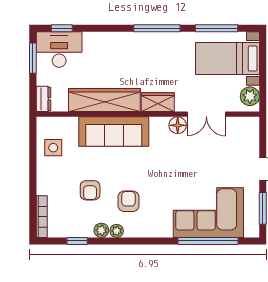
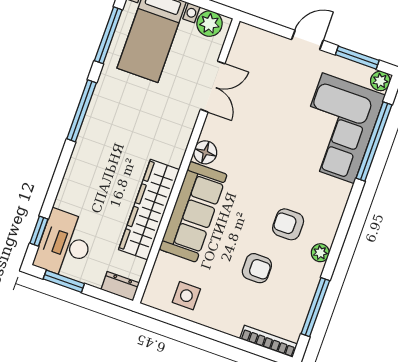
wardrobe: (158, 102) -> (176, 143), removed
floor lamp: (178, 125) -> (205, 152), moved
plant: (101, 230) -> (380, 81), moved
window: (77, 241) -> (315, 307), width x2.17

